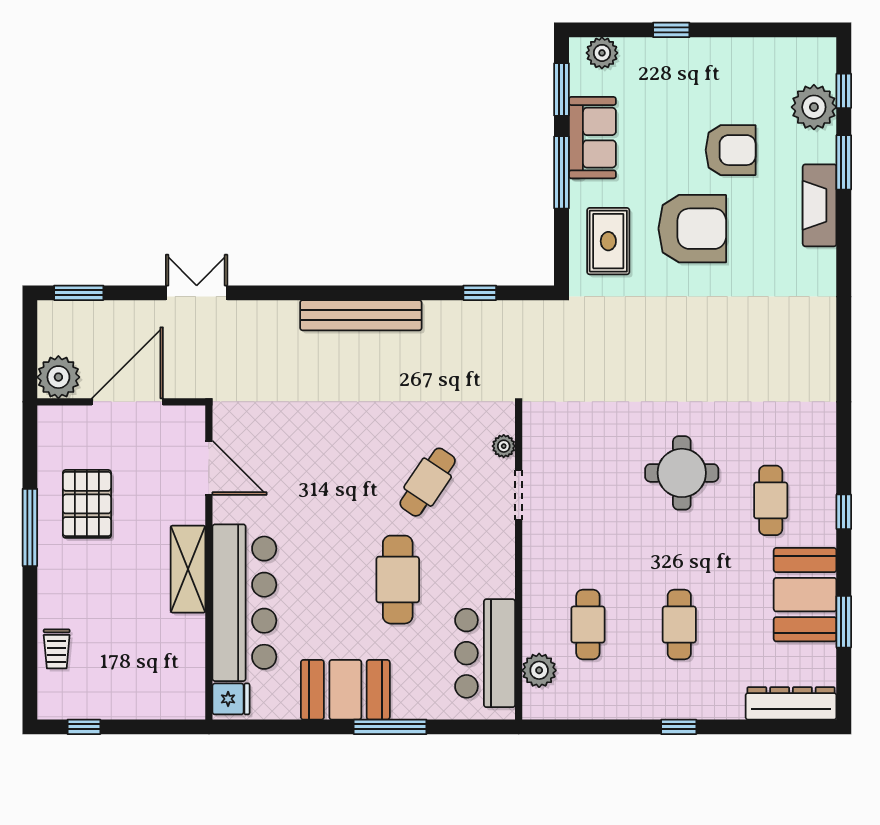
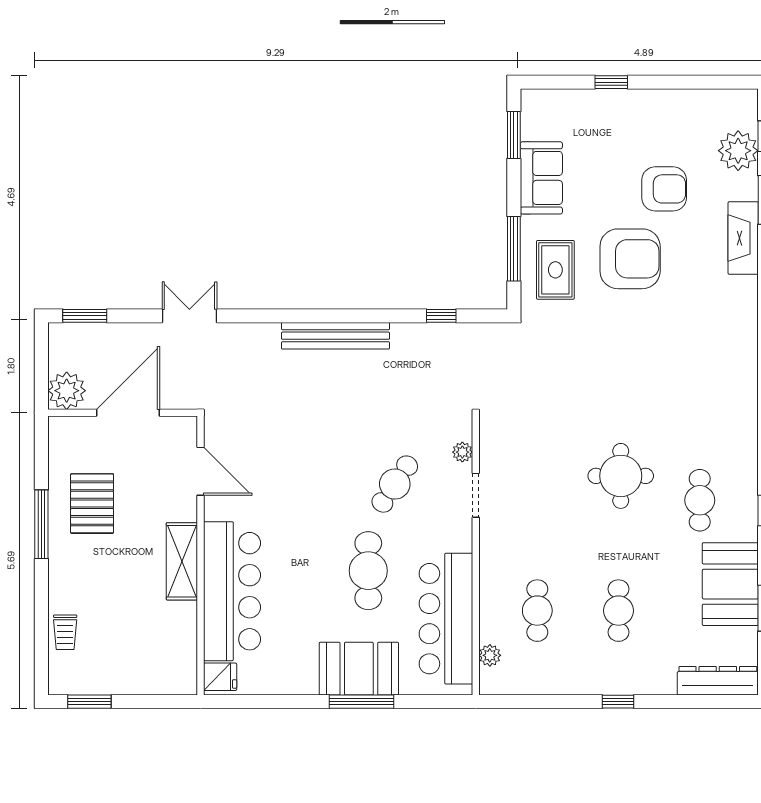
plant: (602, 53) -> (550, 103), removed
window: (562, 172) -> (514, 249), moved
bar counter: (485, 653) -> (446, 619), width x1.36
plant: (539, 670) -> (490, 655), width x0.73, depth x0.73
booth: (345, 690) -> (359, 669), moved
window: (84, 727) -> (89, 702), width x1.50

